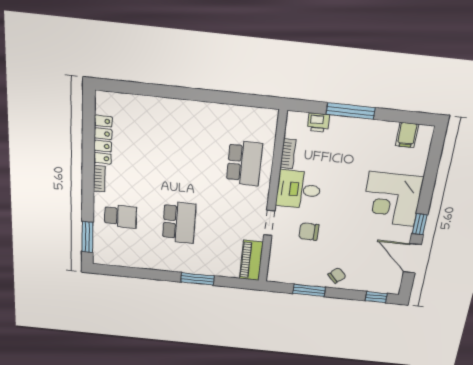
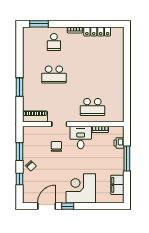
filing cabinet: (407, 135) -> (117, 185), width x2.00
window: (376, 297) -> (20, 179), moved

